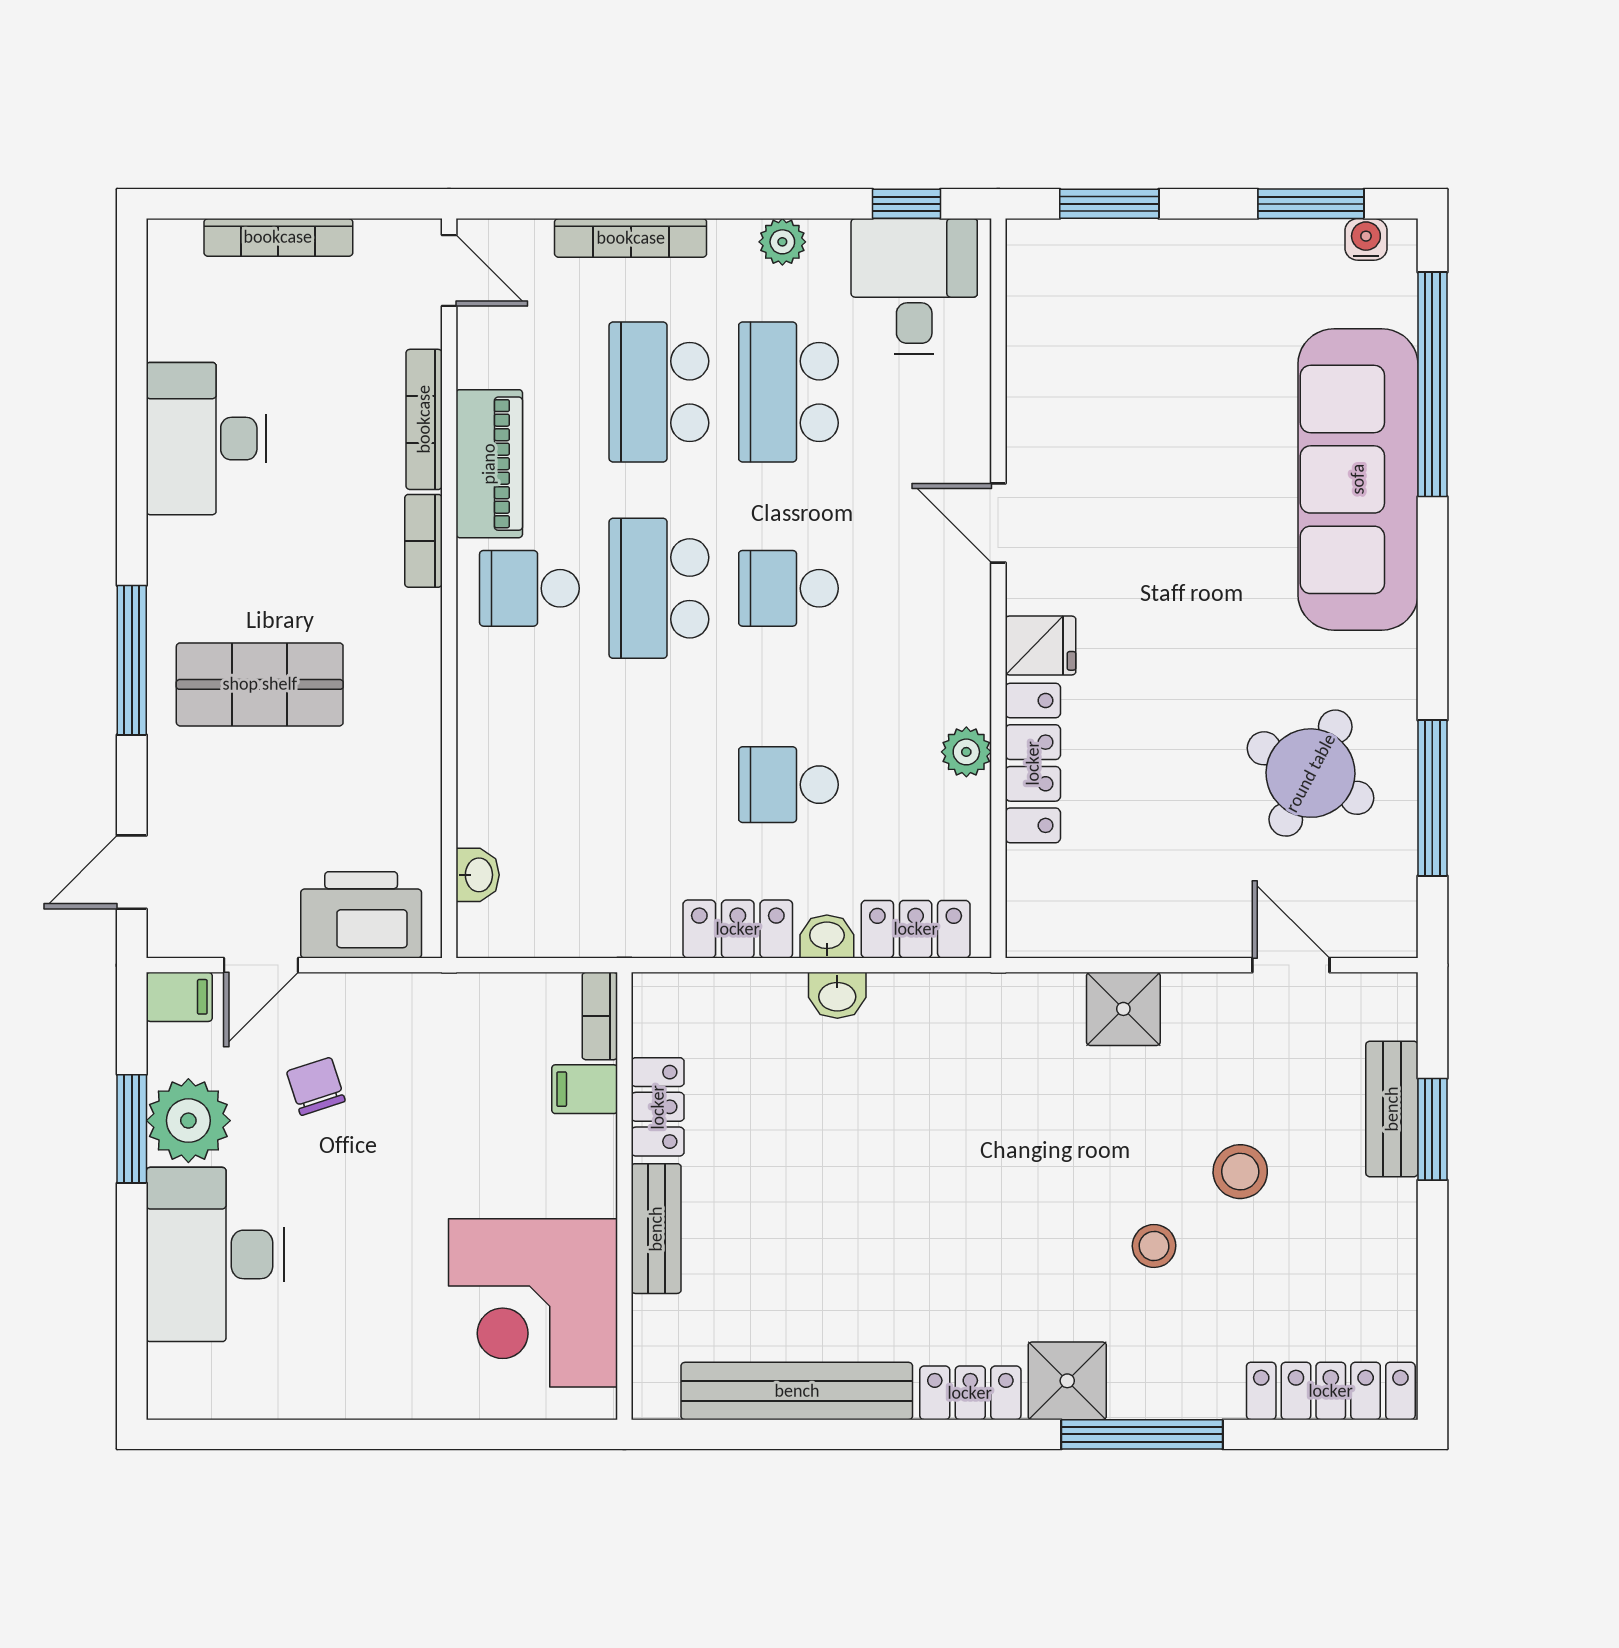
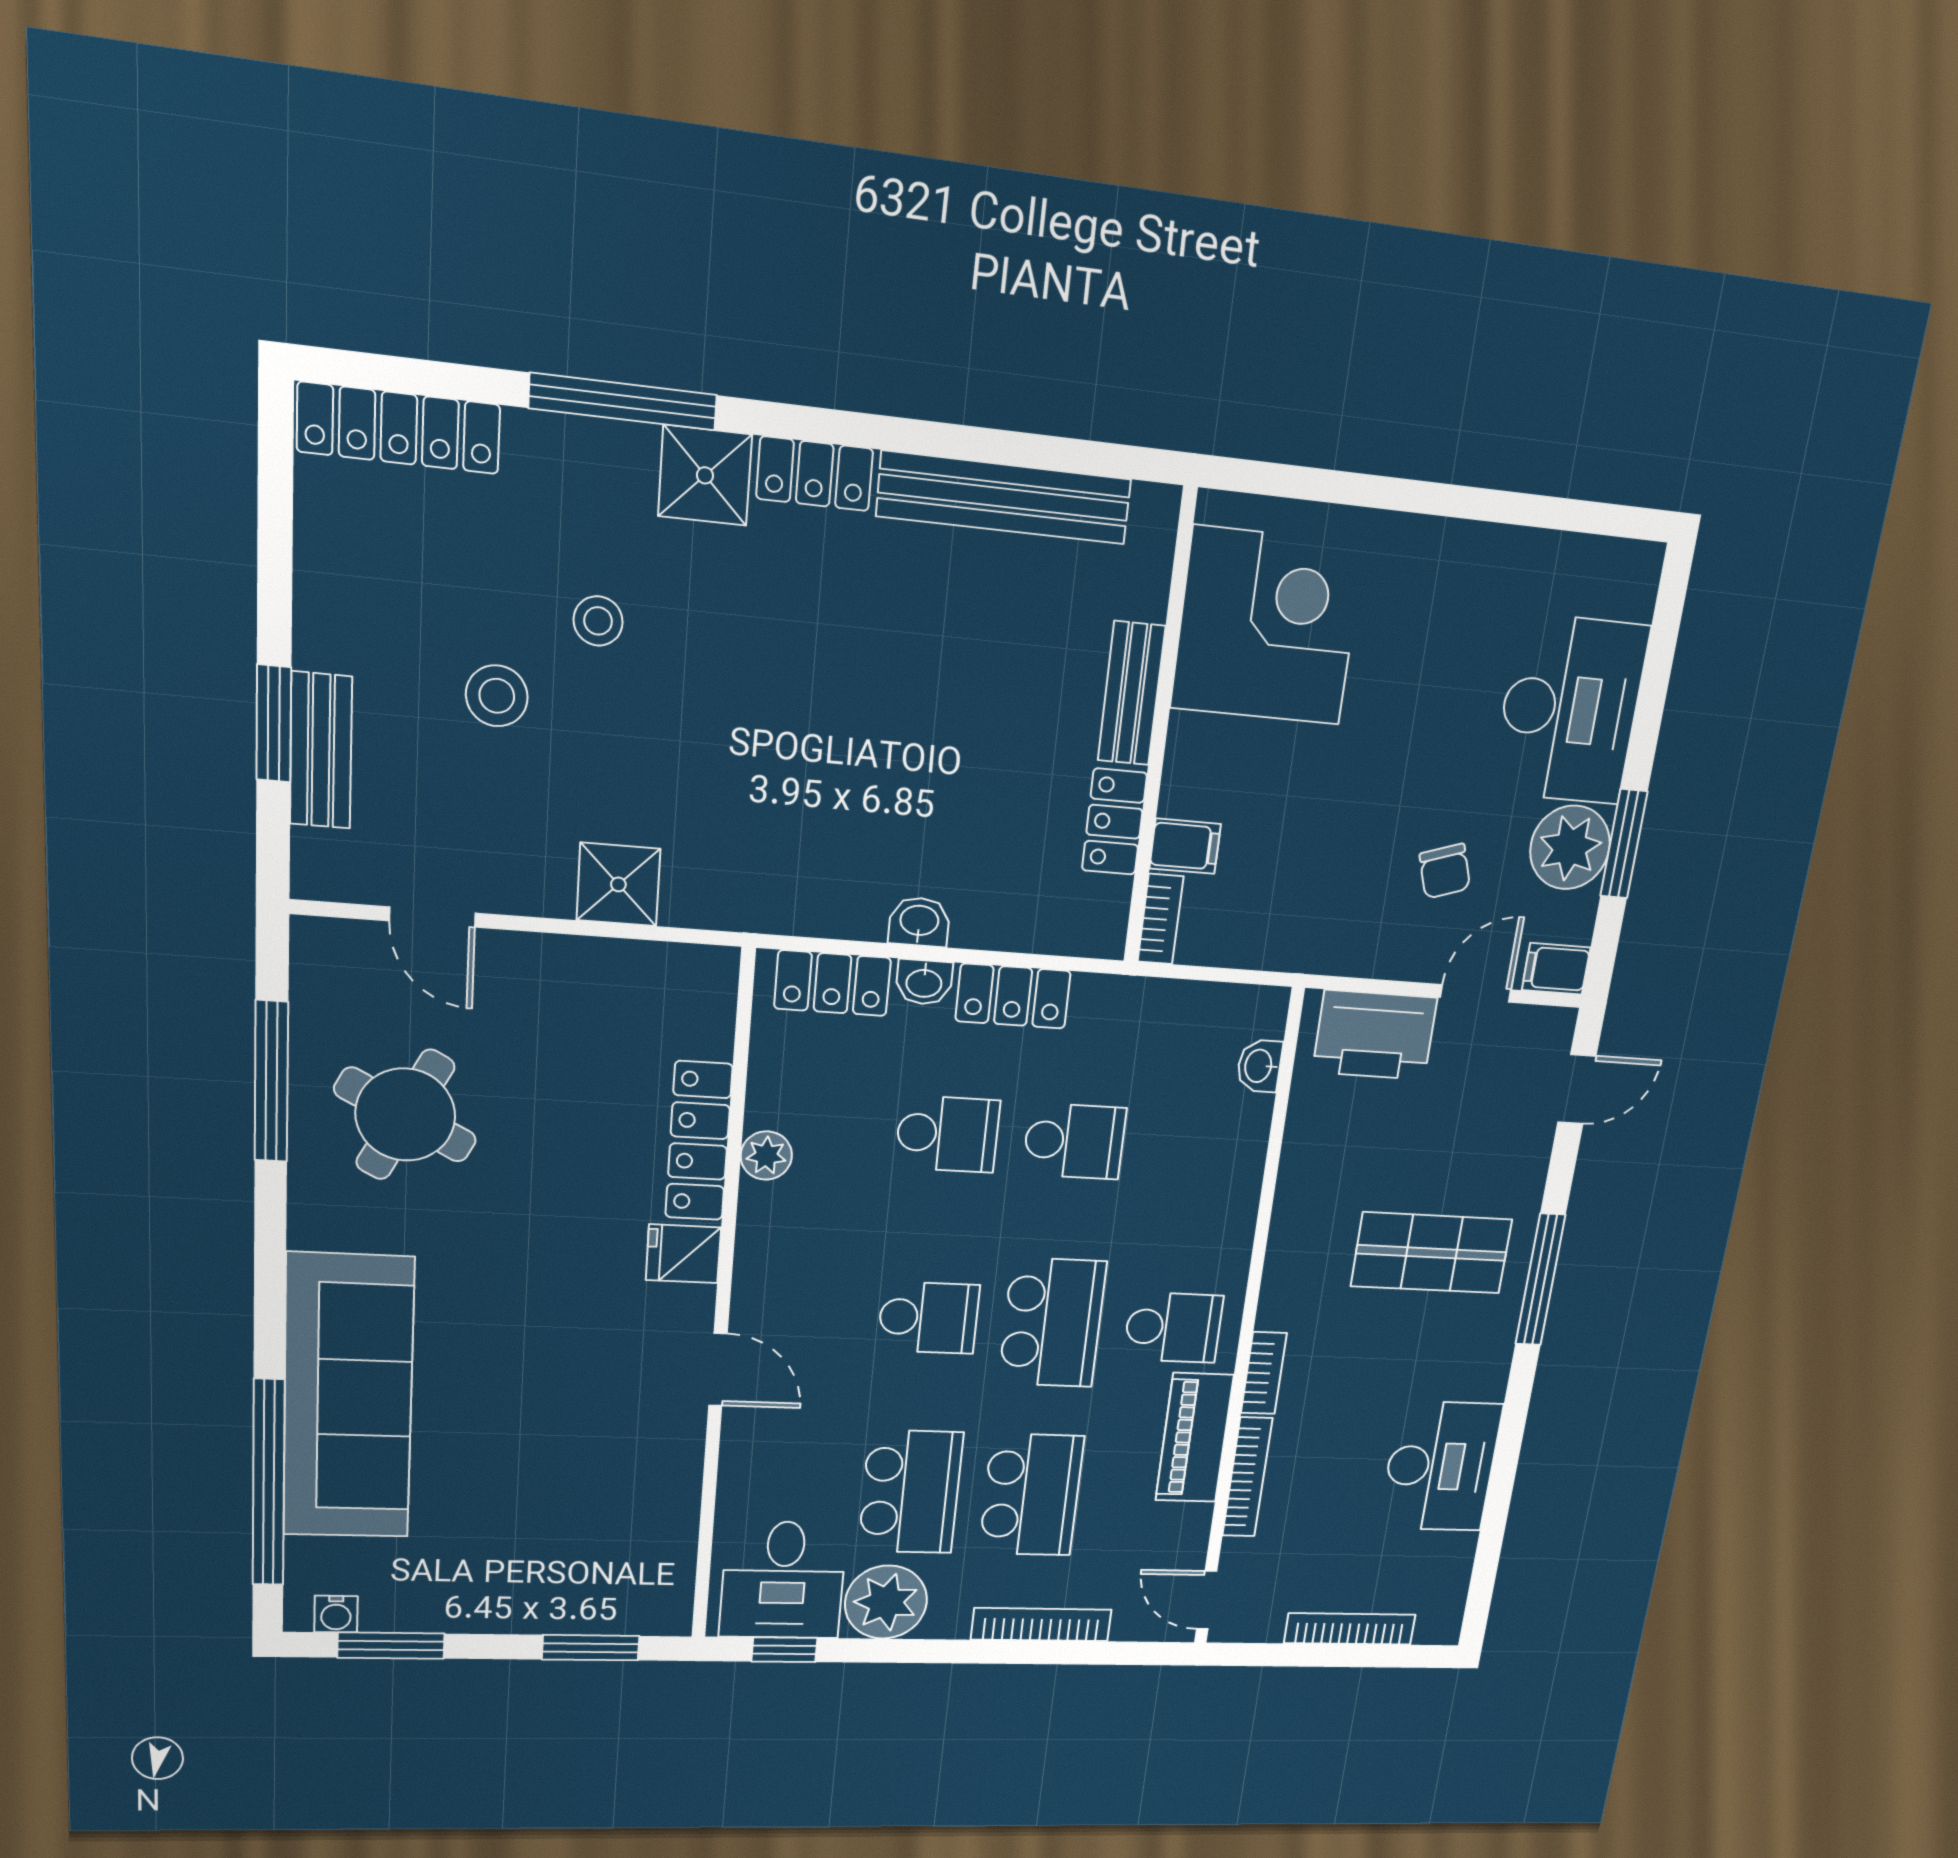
plant: (782, 242) -> (886, 1602), width x1.87, depth x1.87
school desk: (659, 785) -> (1074, 1141), added

